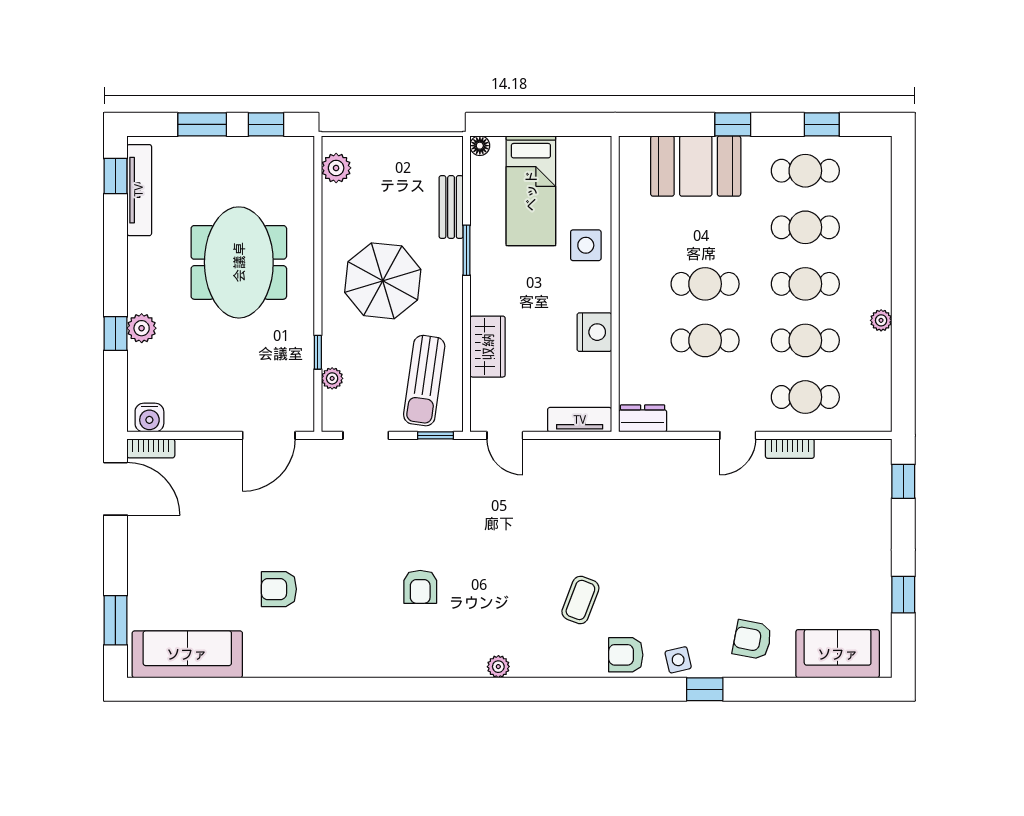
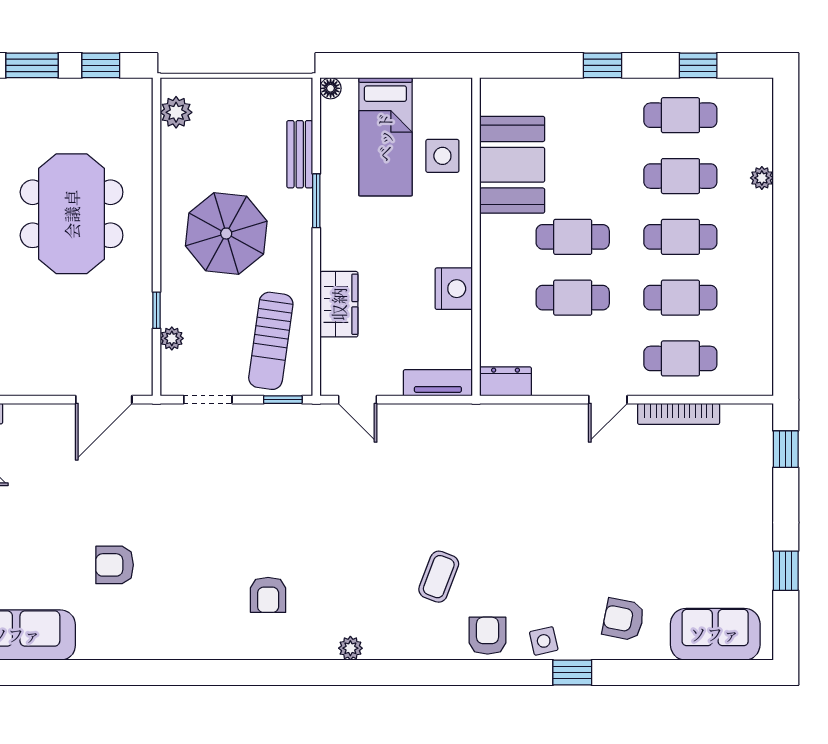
booth: (696, 166) -> (512, 165), moved, turned 90
side table: (586, 245) -> (442, 156), moved
plant: (881, 320) -> (762, 178), moved
bookcase: (790, 449) -> (679, 414), width x1.56
armchair: (420, 587) -> (268, 595), moved
armchair: (626, 655) -> (488, 636), turned 90

